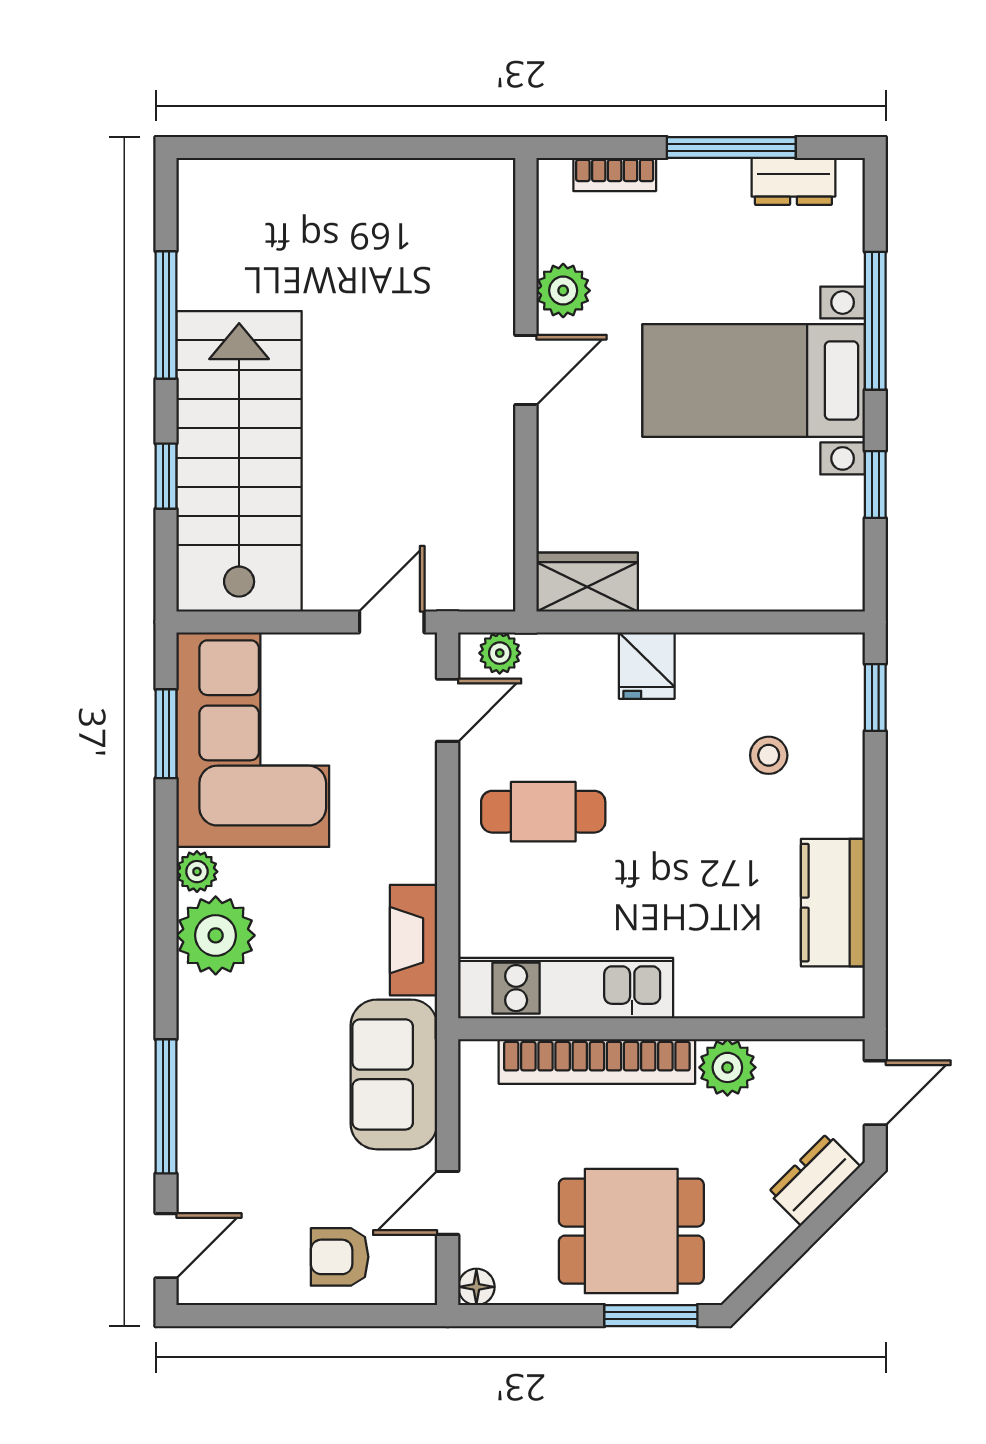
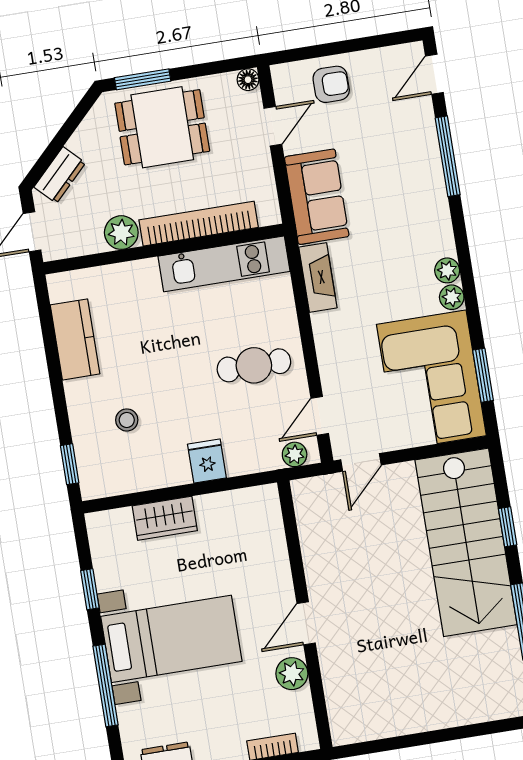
wardrobe: (587, 582) -> (165, 518), moved
plant: (216, 935) -> (447, 270), width x0.53, depth x0.53

